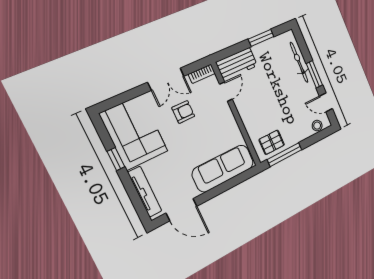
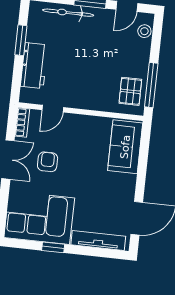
workbench: (237, 64) -> (34, 66), moved
door: (226, 92) -> (53, 109), swing flipped
sofa: (223, 168) -> (125, 147), width x0.73

